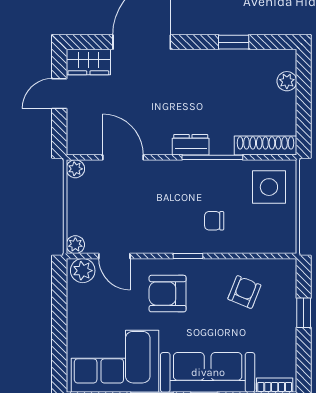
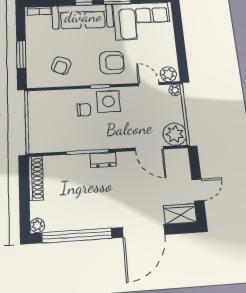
window: (234, 42) -> (77, 236), width x3.17
plant: (287, 81) -> (37, 225), moved
shoe rack: (266, 145) -> (36, 178), moved, turned -90
plant: (75, 169) -> (175, 134), width x1.88, depth x1.88
side table: (269, 187) -> (108, 101), moved
window: (304, 313) -> (21, 54), width x1.50

